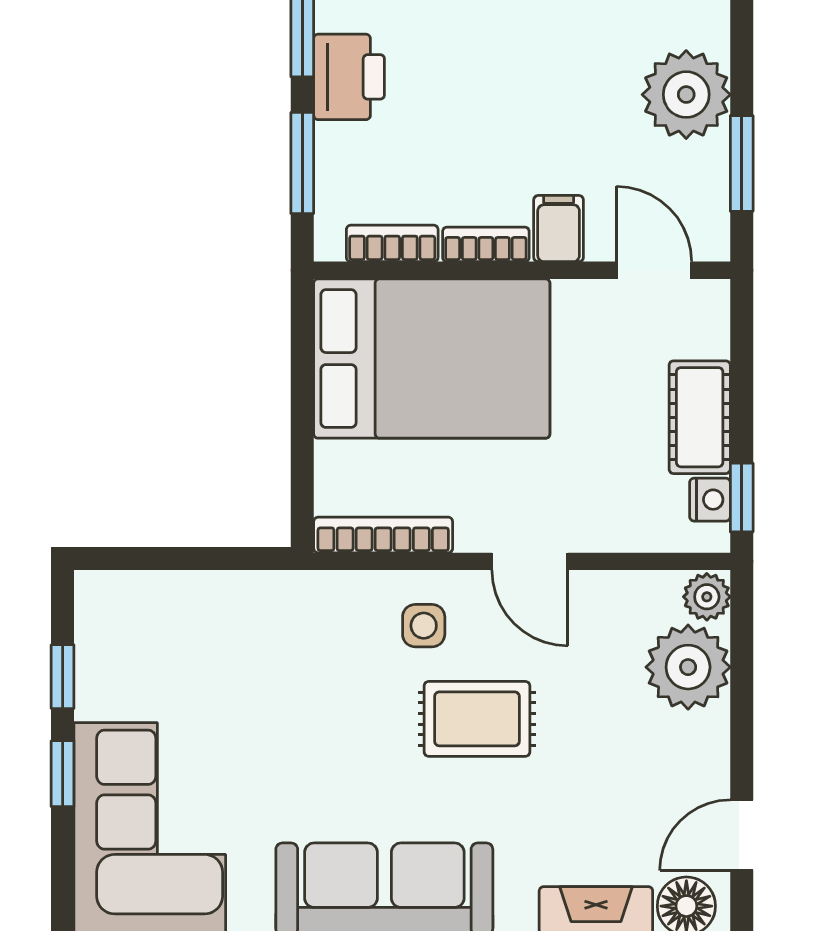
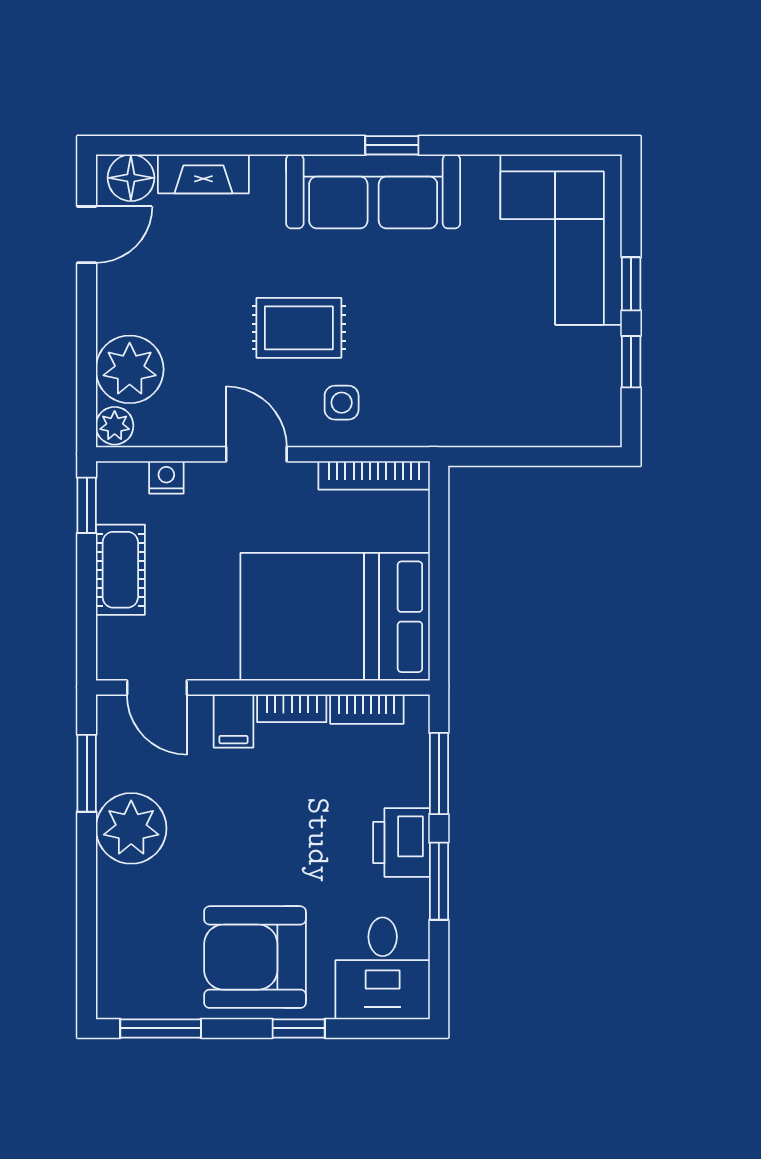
nightstand: (710, 500) -> (166, 477), moved, turned 90

